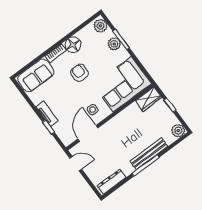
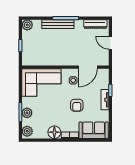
armchair: (80, 73) -> (77, 105), moved
wardrobe: (149, 99) -> (31, 60), removed
door: (76, 164) -> (110, 43), moved

